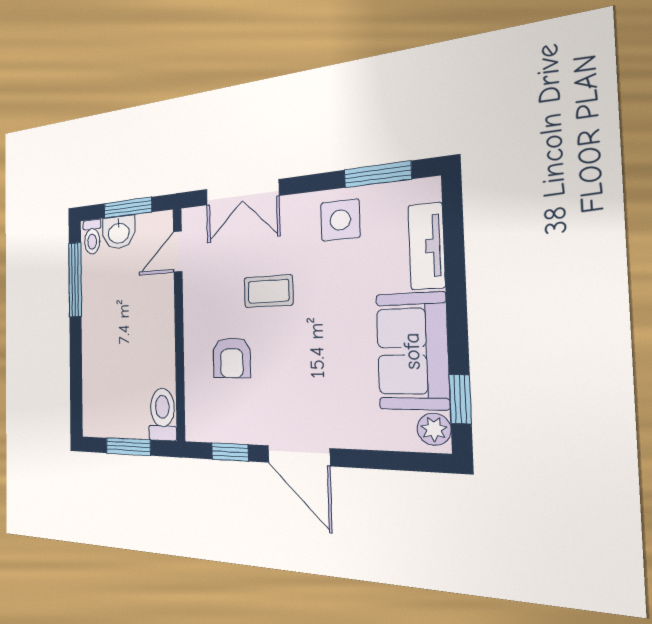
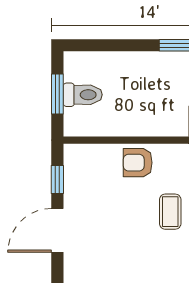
armchair: (232, 358) -> (138, 163), moved
toilet: (162, 414) -> (83, 95), moved

